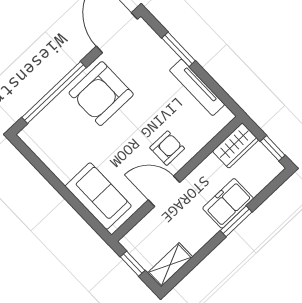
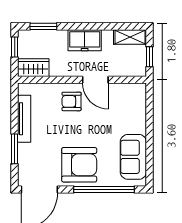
sofa: (98, 196) -> (133, 157), moved
freezer: (228, 203) -> (85, 40), moved
window: (236, 221) -> (43, 26), moved

